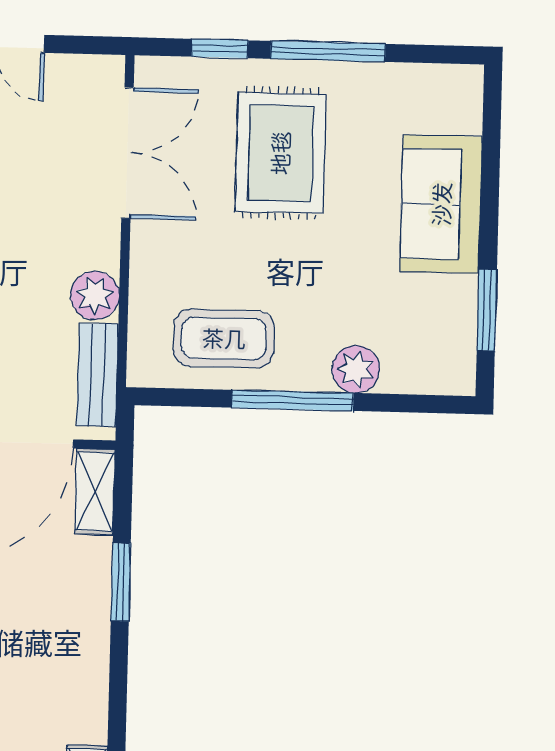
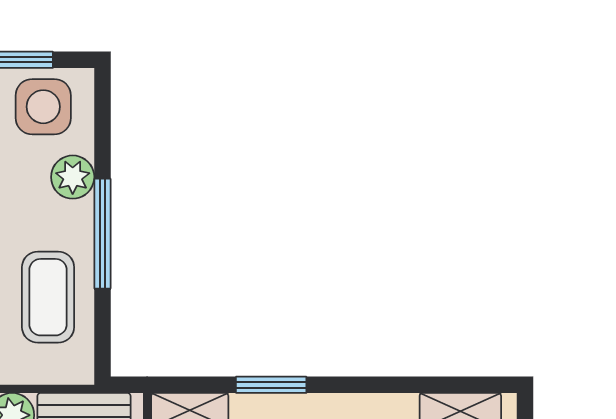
side table: (434, 339) -> (43, 107), added

